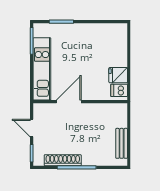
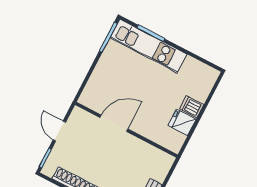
kitchen unit: (42, 69) -> (148, 46), moved, turned 90
dishwasher: (119, 90) -> (192, 107), moved

